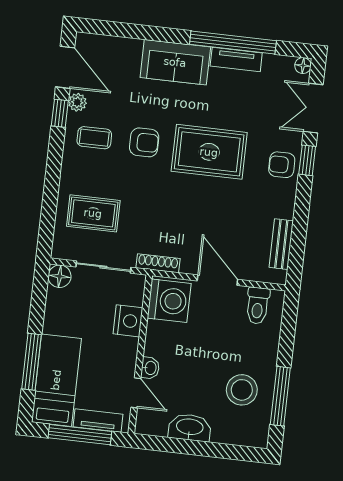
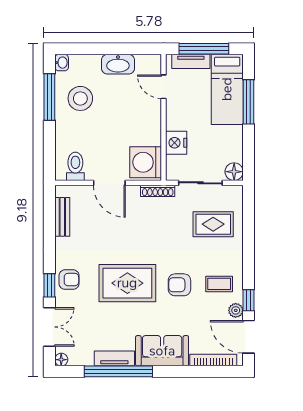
bookcase: (113, 43) -> (213, 360), added
washbasin: (150, 368) -> (62, 63), moved, turned 180

